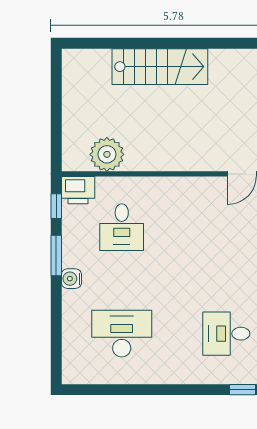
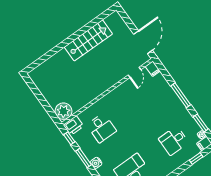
stairs: (160, 67) -> (88, 40), moved
plant: (107, 154) -> (63, 111), moved

